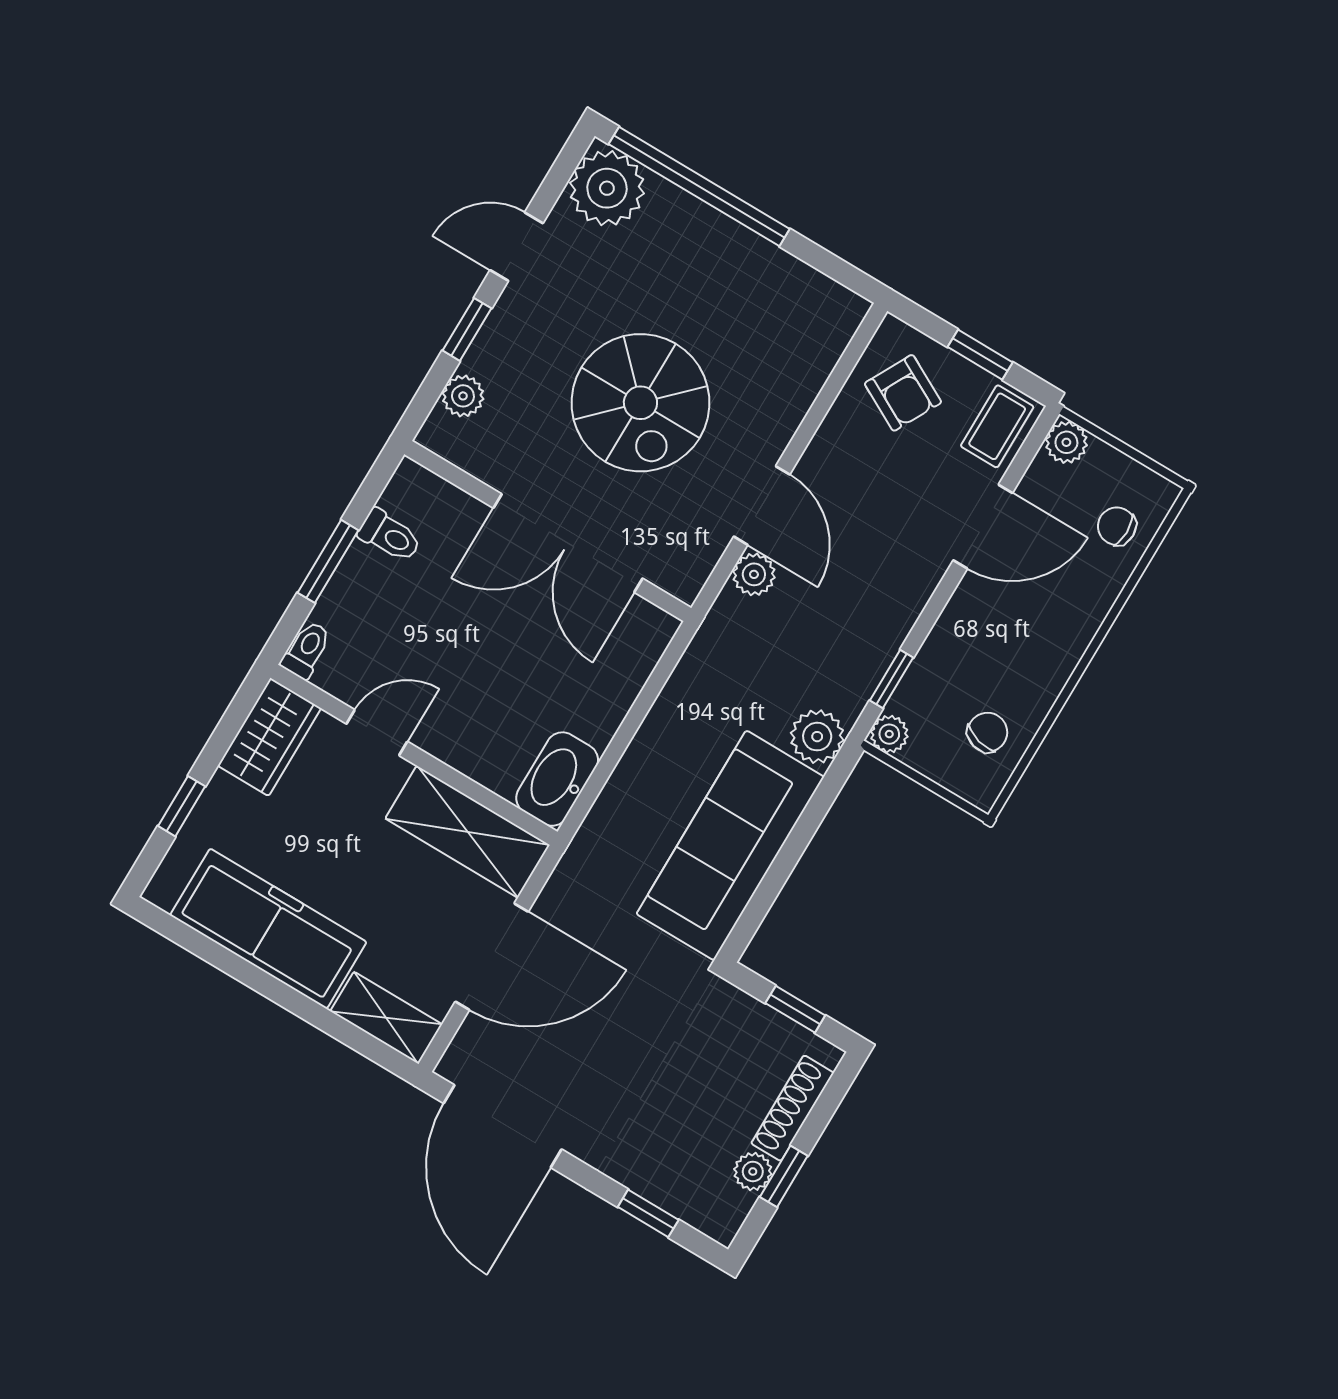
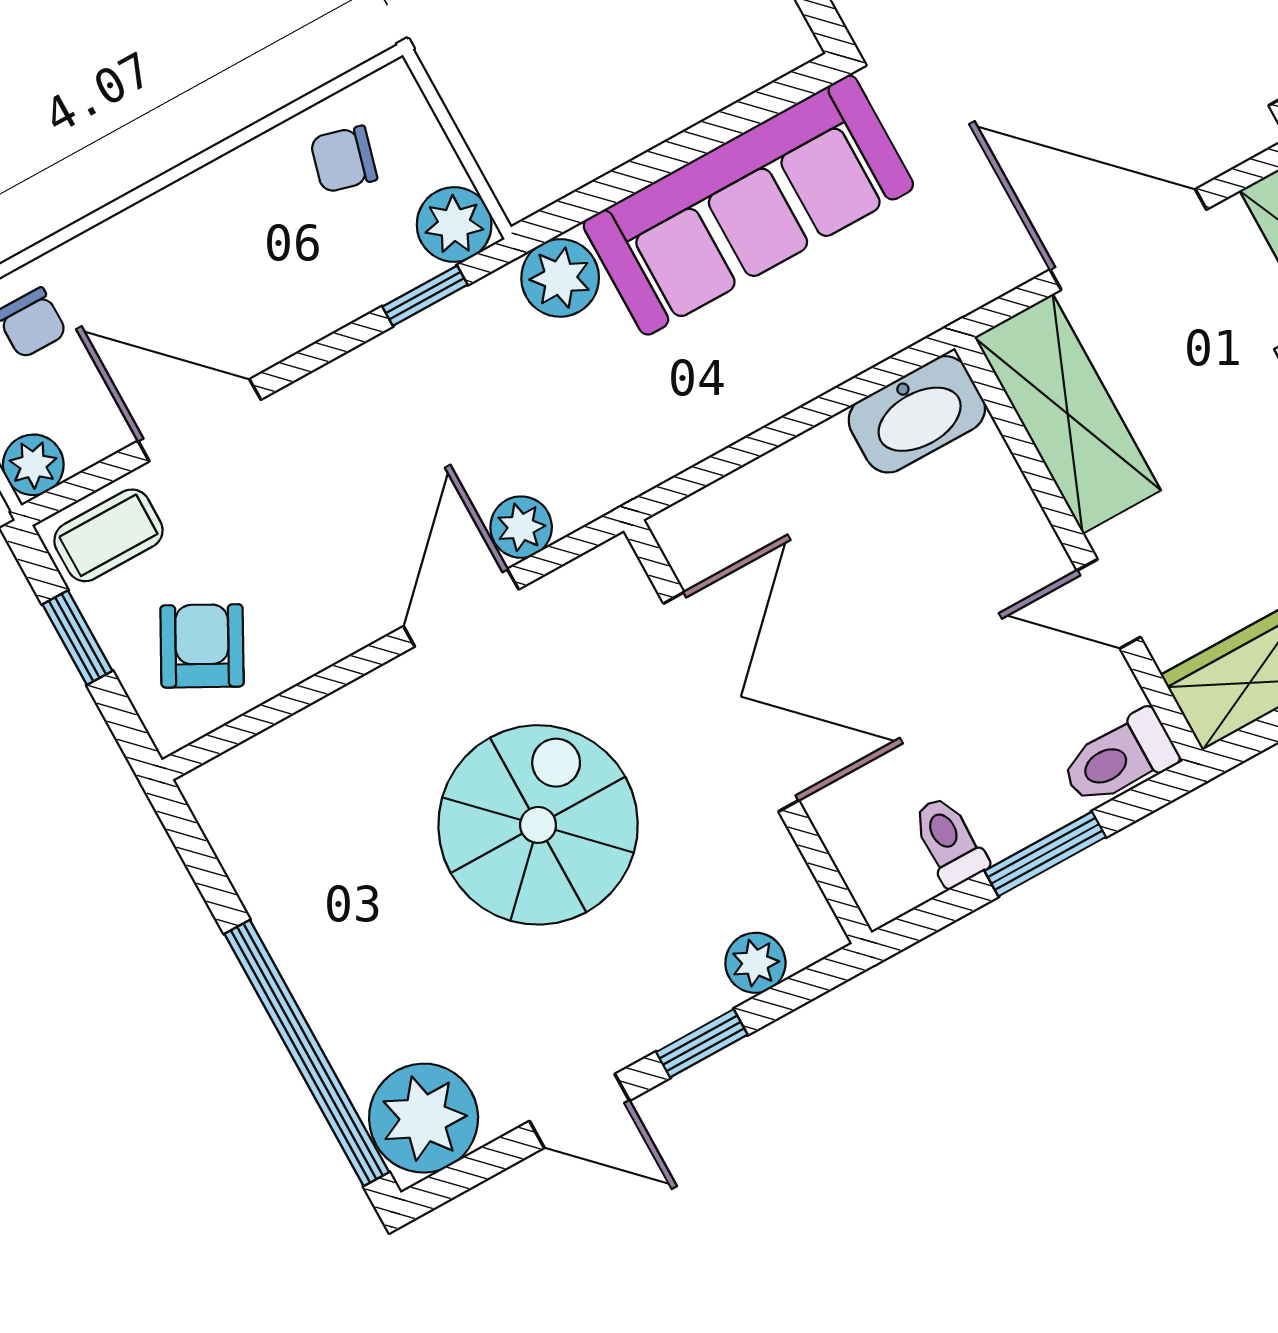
toilet: (306, 650) -> (1119, 758), width x1.37, depth x1.39
plant: (889, 734) -> (454, 224), width x1.38, depth x1.38

